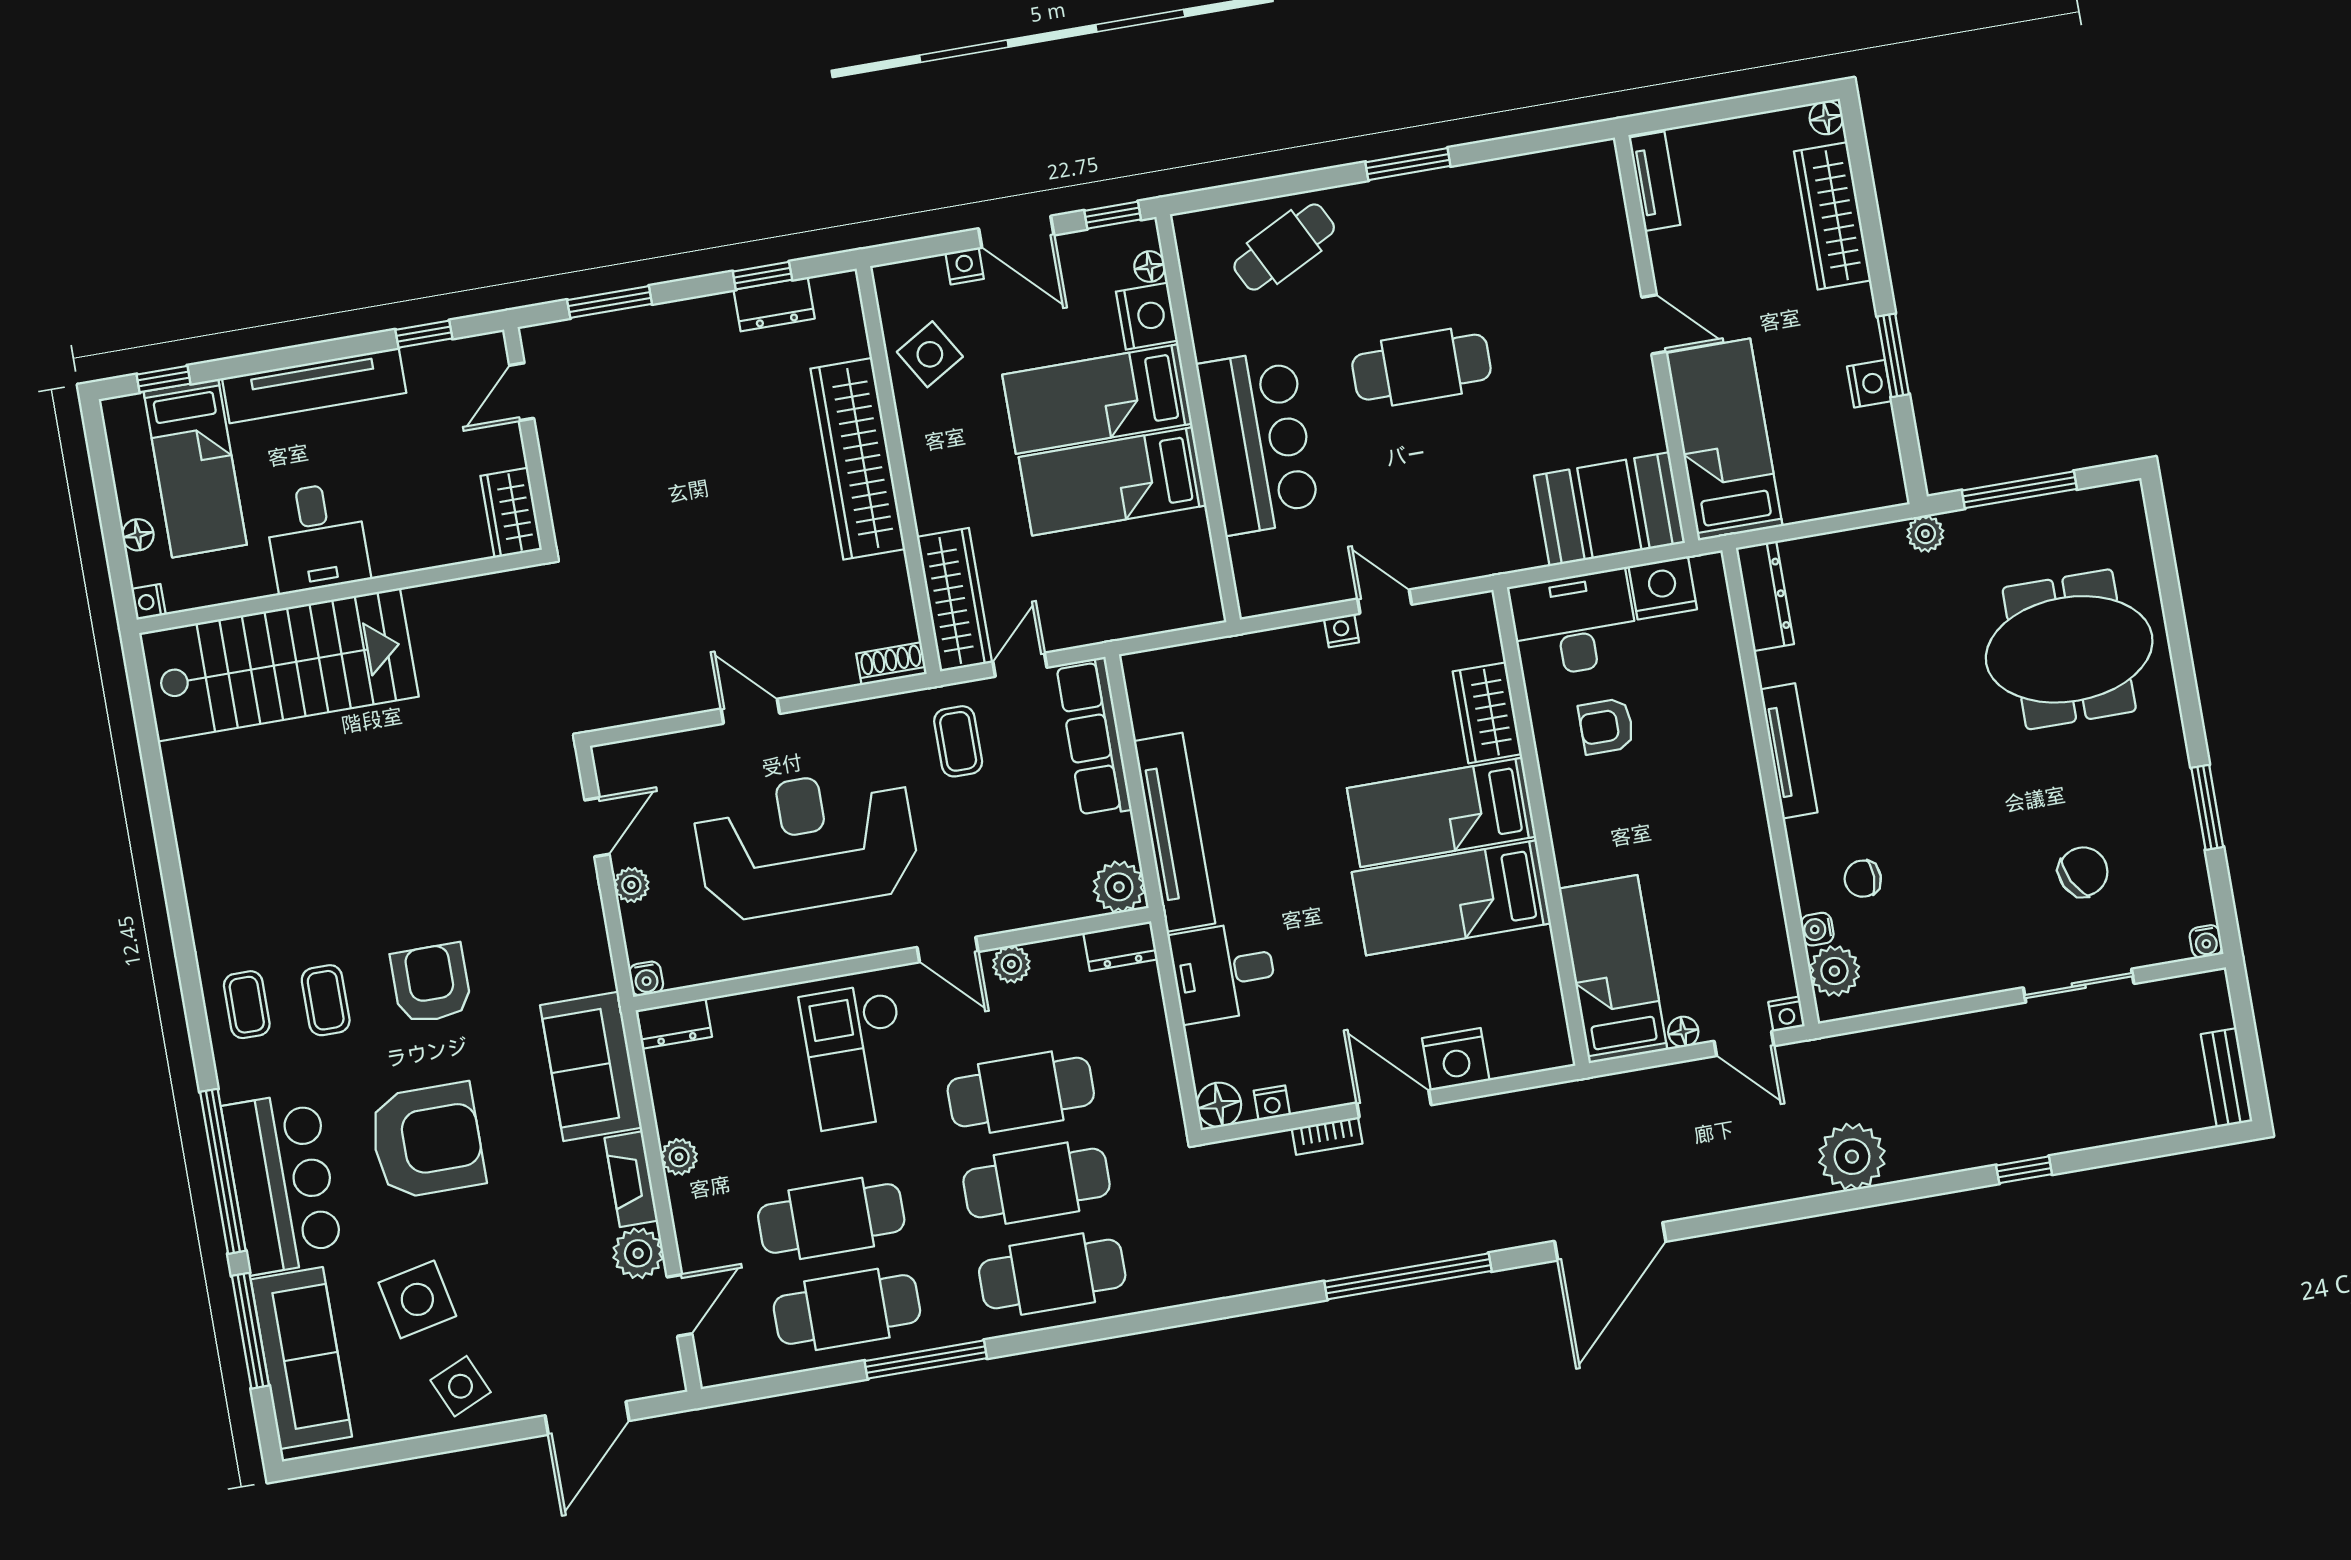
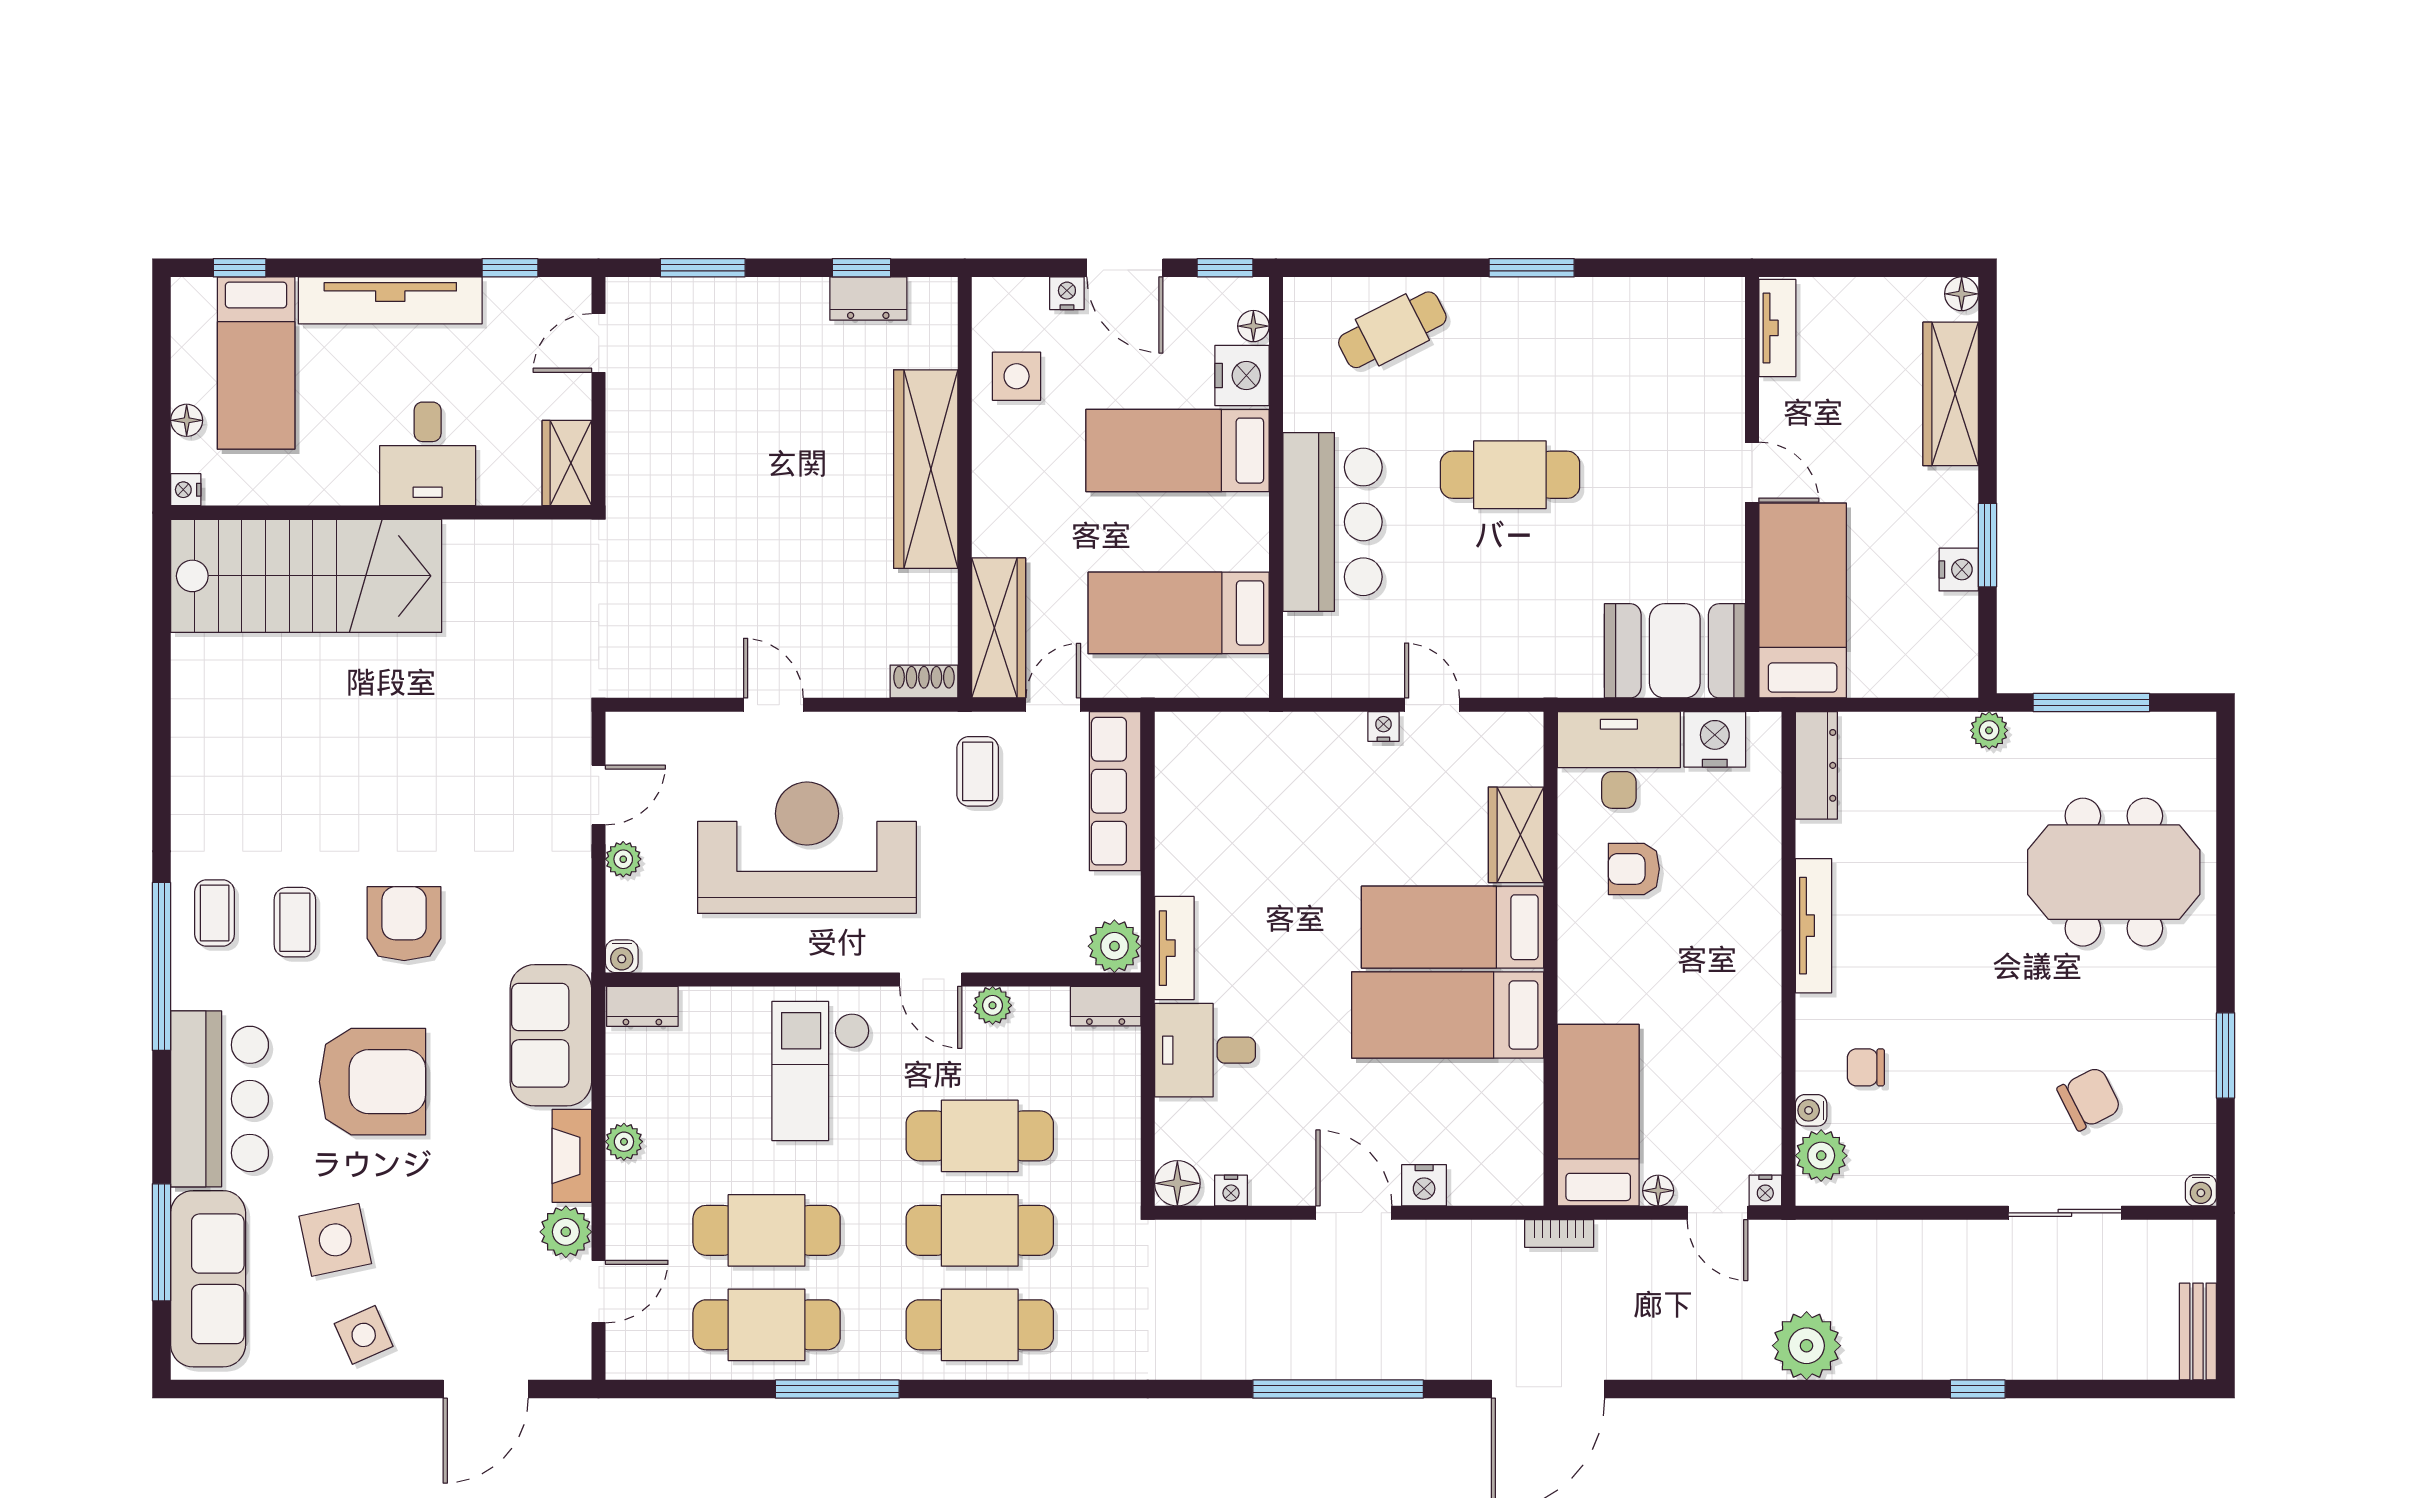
side table: (930, 354) -> (1017, 376), turned 31
bed: (1112, 481) -> (1179, 613), moved
desk: (317, 537) -> (428, 454), moved
tv unit: (1174, 832) -> (1174, 948), width x0.52, depth x0.78
nightstand: (1456, 1059) -> (1424, 1185), width x0.74, depth x0.75
bookcase: (1327, 1136) -> (1559, 1233), moved
window: (223, 1171) -> (161, 966), moved

